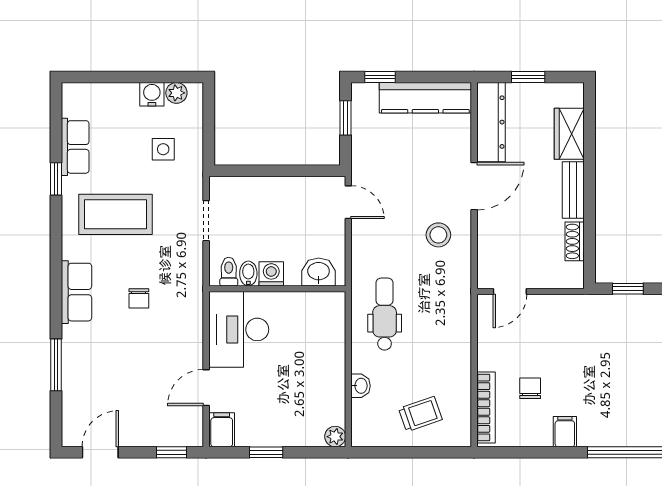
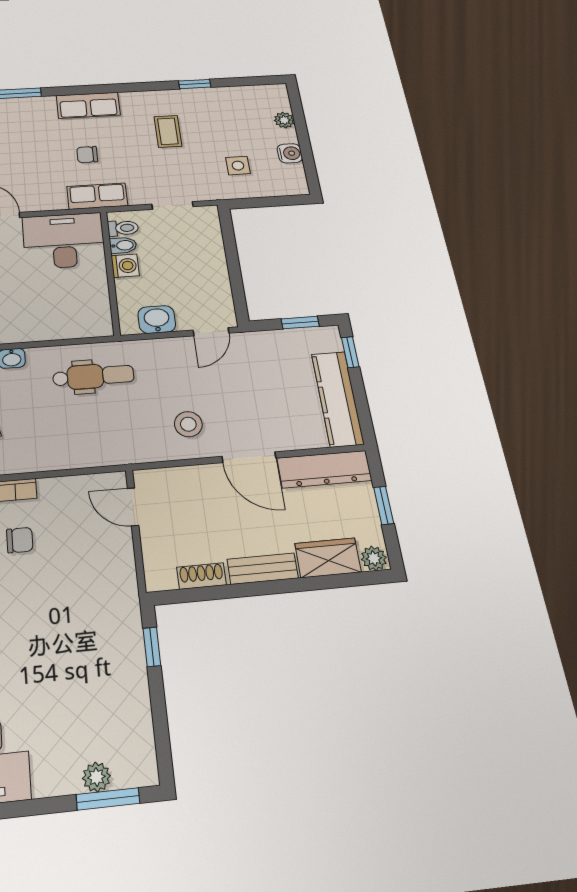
plant: (176, 93) -> (284, 120), moved
plant: (573, 95) -> (374, 558), added
row of seats: (75, 147) -> (97, 196), moved, turned 180
coffee table: (116, 214) -> (168, 131), width x0.54, depth x0.58
washbasin: (319, 272) -> (157, 319), moved, turned -90

